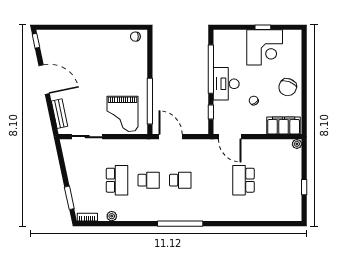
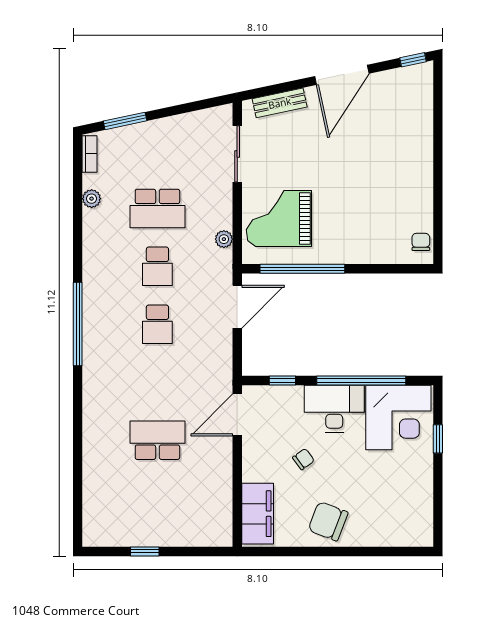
window: (263, 27) -> (438, 439), moved
corner desk: (265, 47) -> (398, 418), moved, turned -90
plant: (297, 144) -> (224, 239), moved

